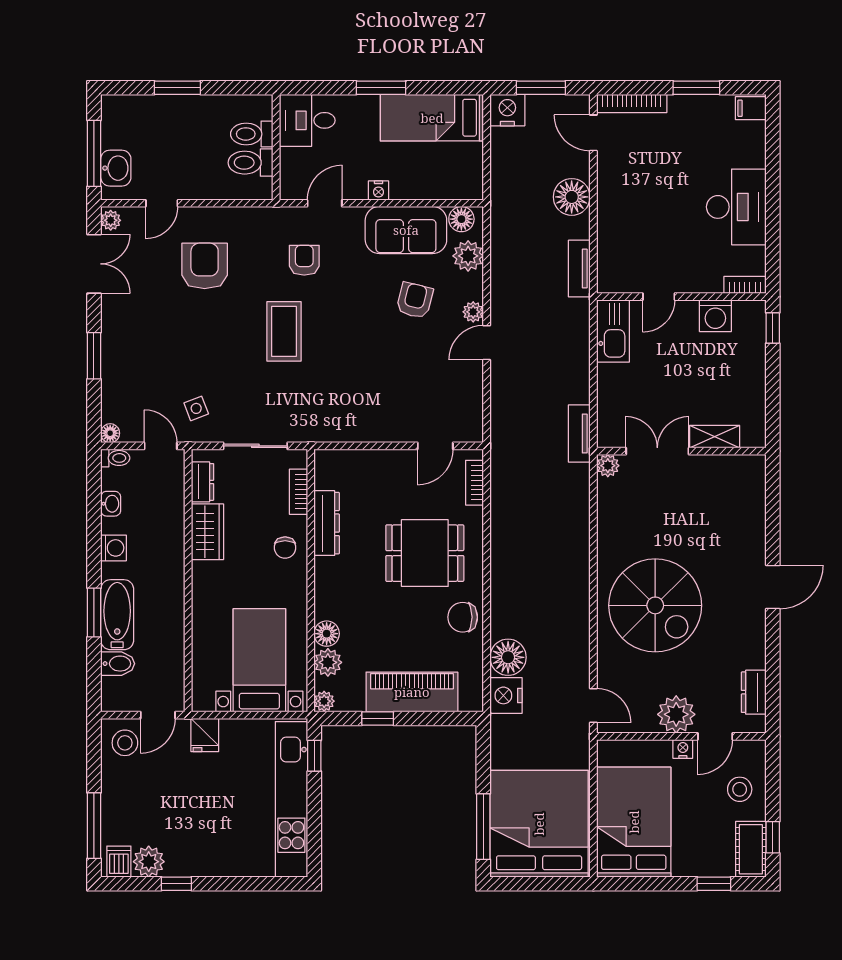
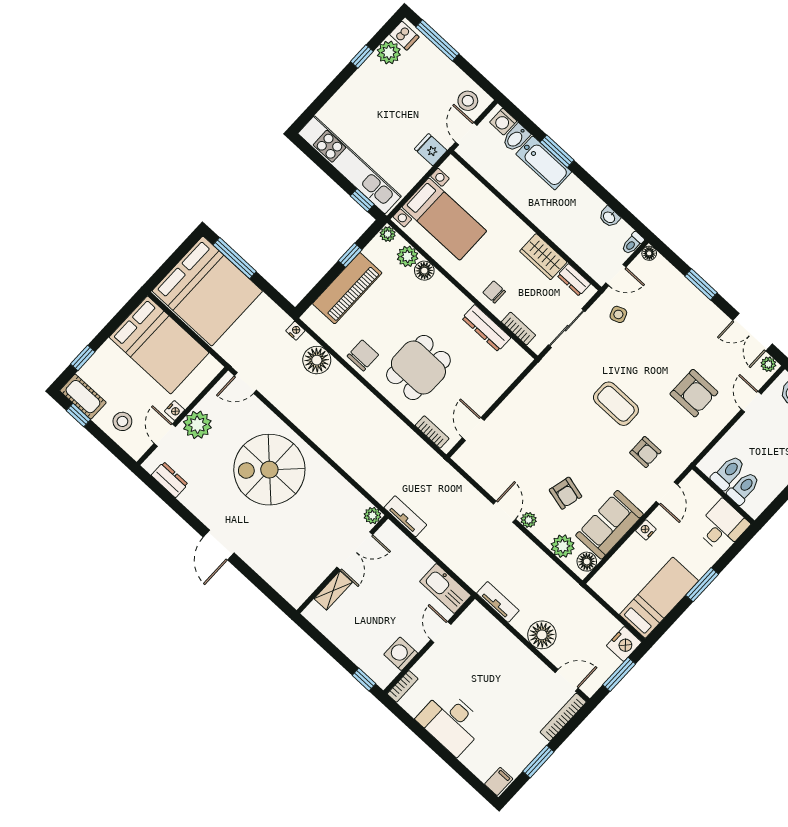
washing machine: (113, 548) -> (503, 122), moved
nightstand: (506, 695) -> (295, 331), width x0.53, depth x0.56

